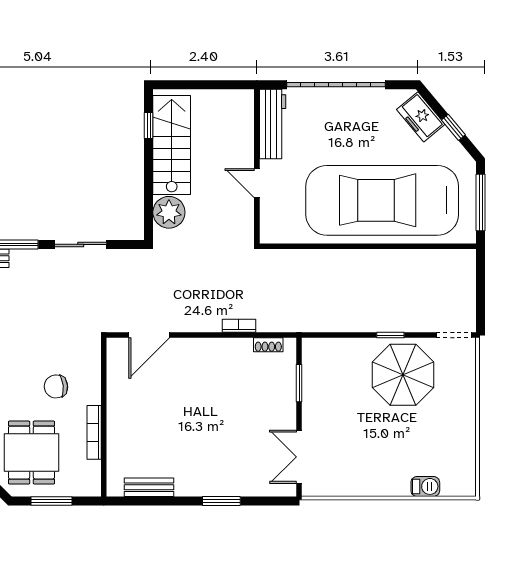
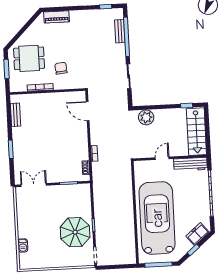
stairs: (172, 145) -> (196, 132), moved, turned 90

